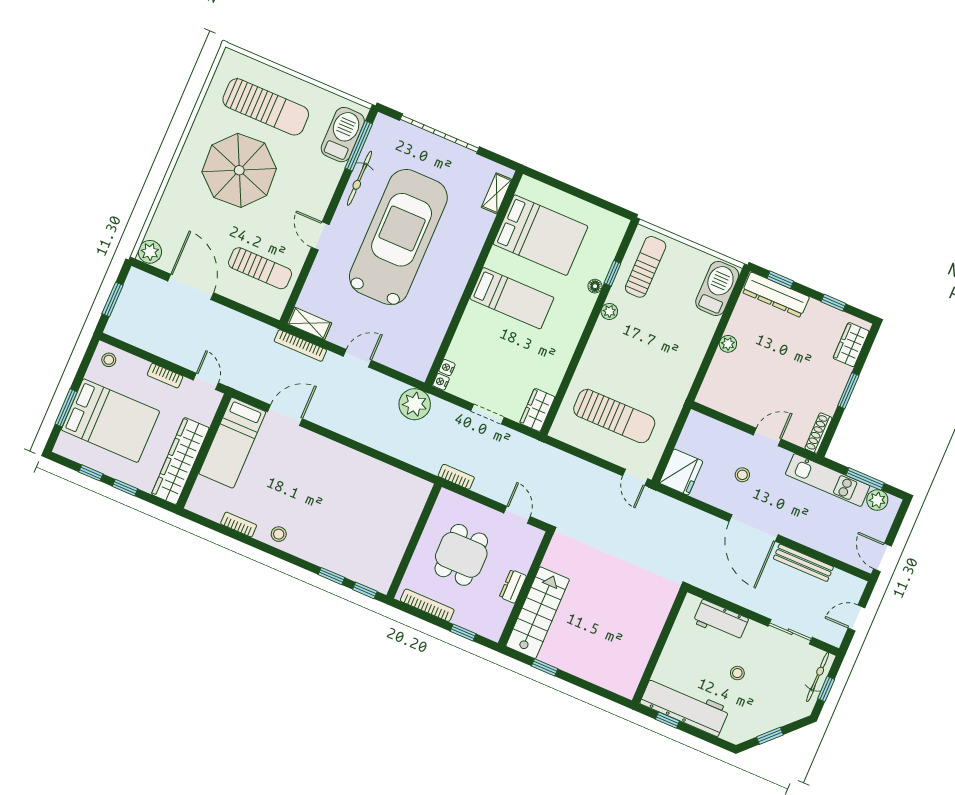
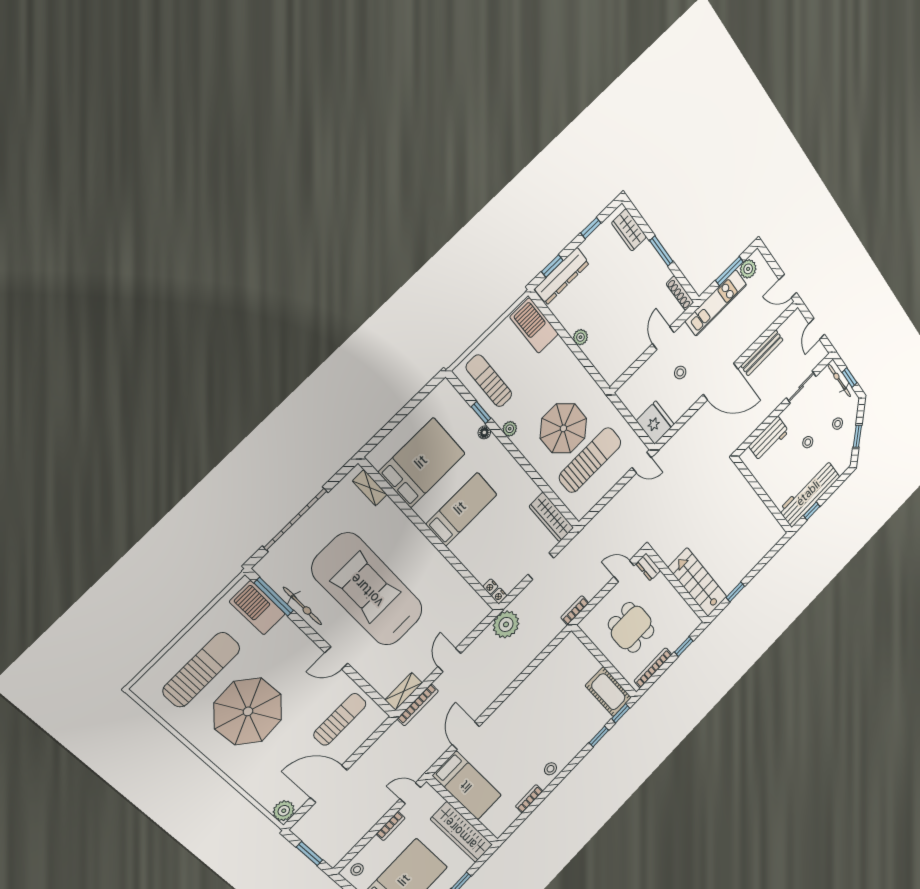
parasol: (633, 370) -> (563, 428), added
wardrobe: (537, 410) -> (551, 517), width x1.50
cot: (384, 563) -> (608, 692), added
dresser: (513, 586) -> (648, 567), moved
stool: (772, 701) -> (838, 424), added

